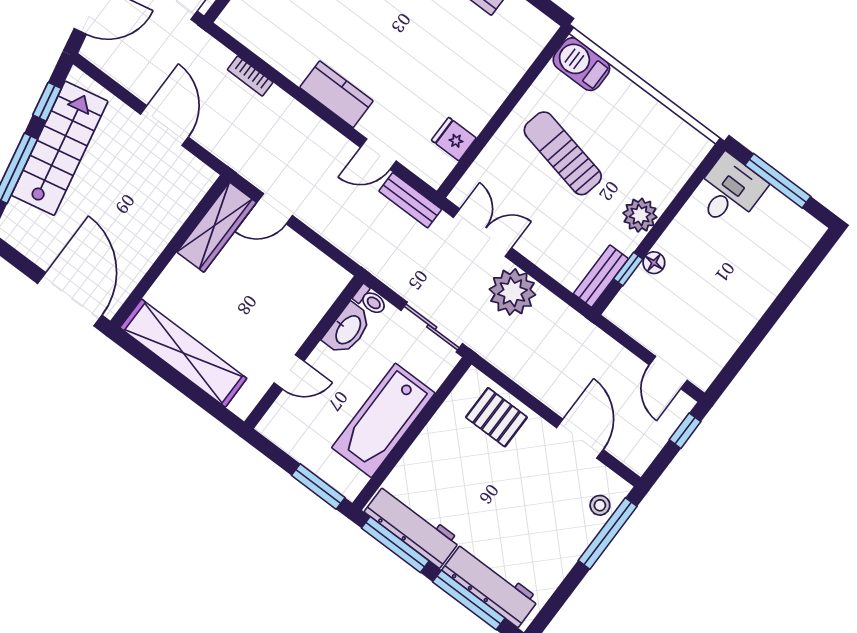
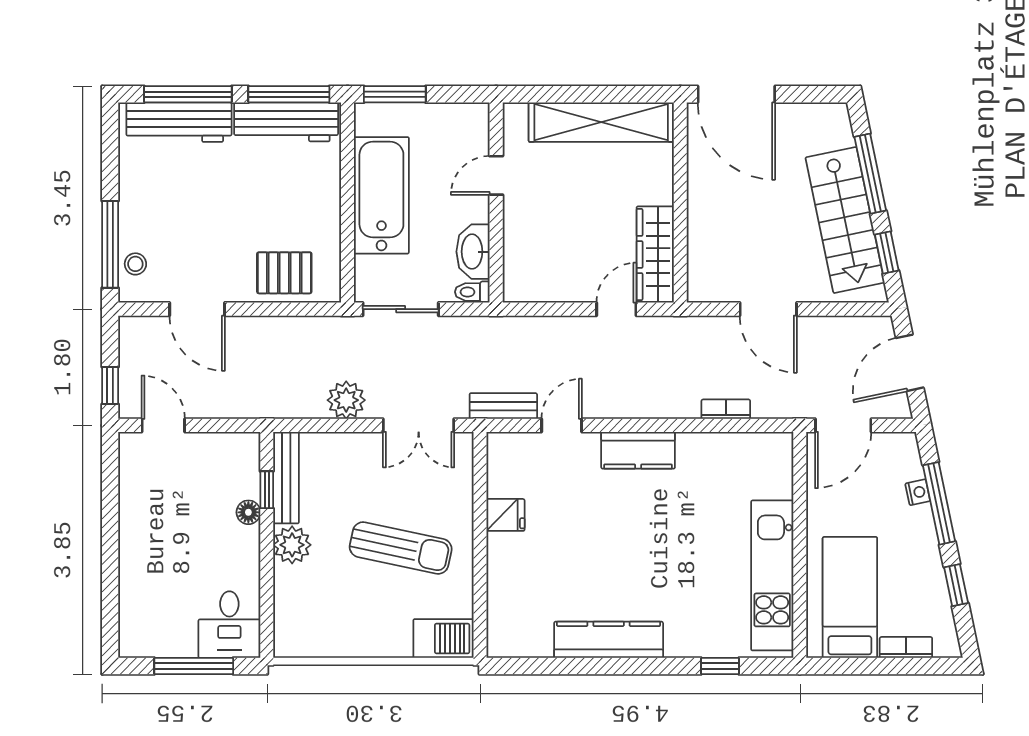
fridge: (454, 139) -> (505, 515), moved
bench: (601, 276) -> (286, 478), width x1.36
plant: (512, 292) -> (346, 400), width x0.73, depth x0.73

